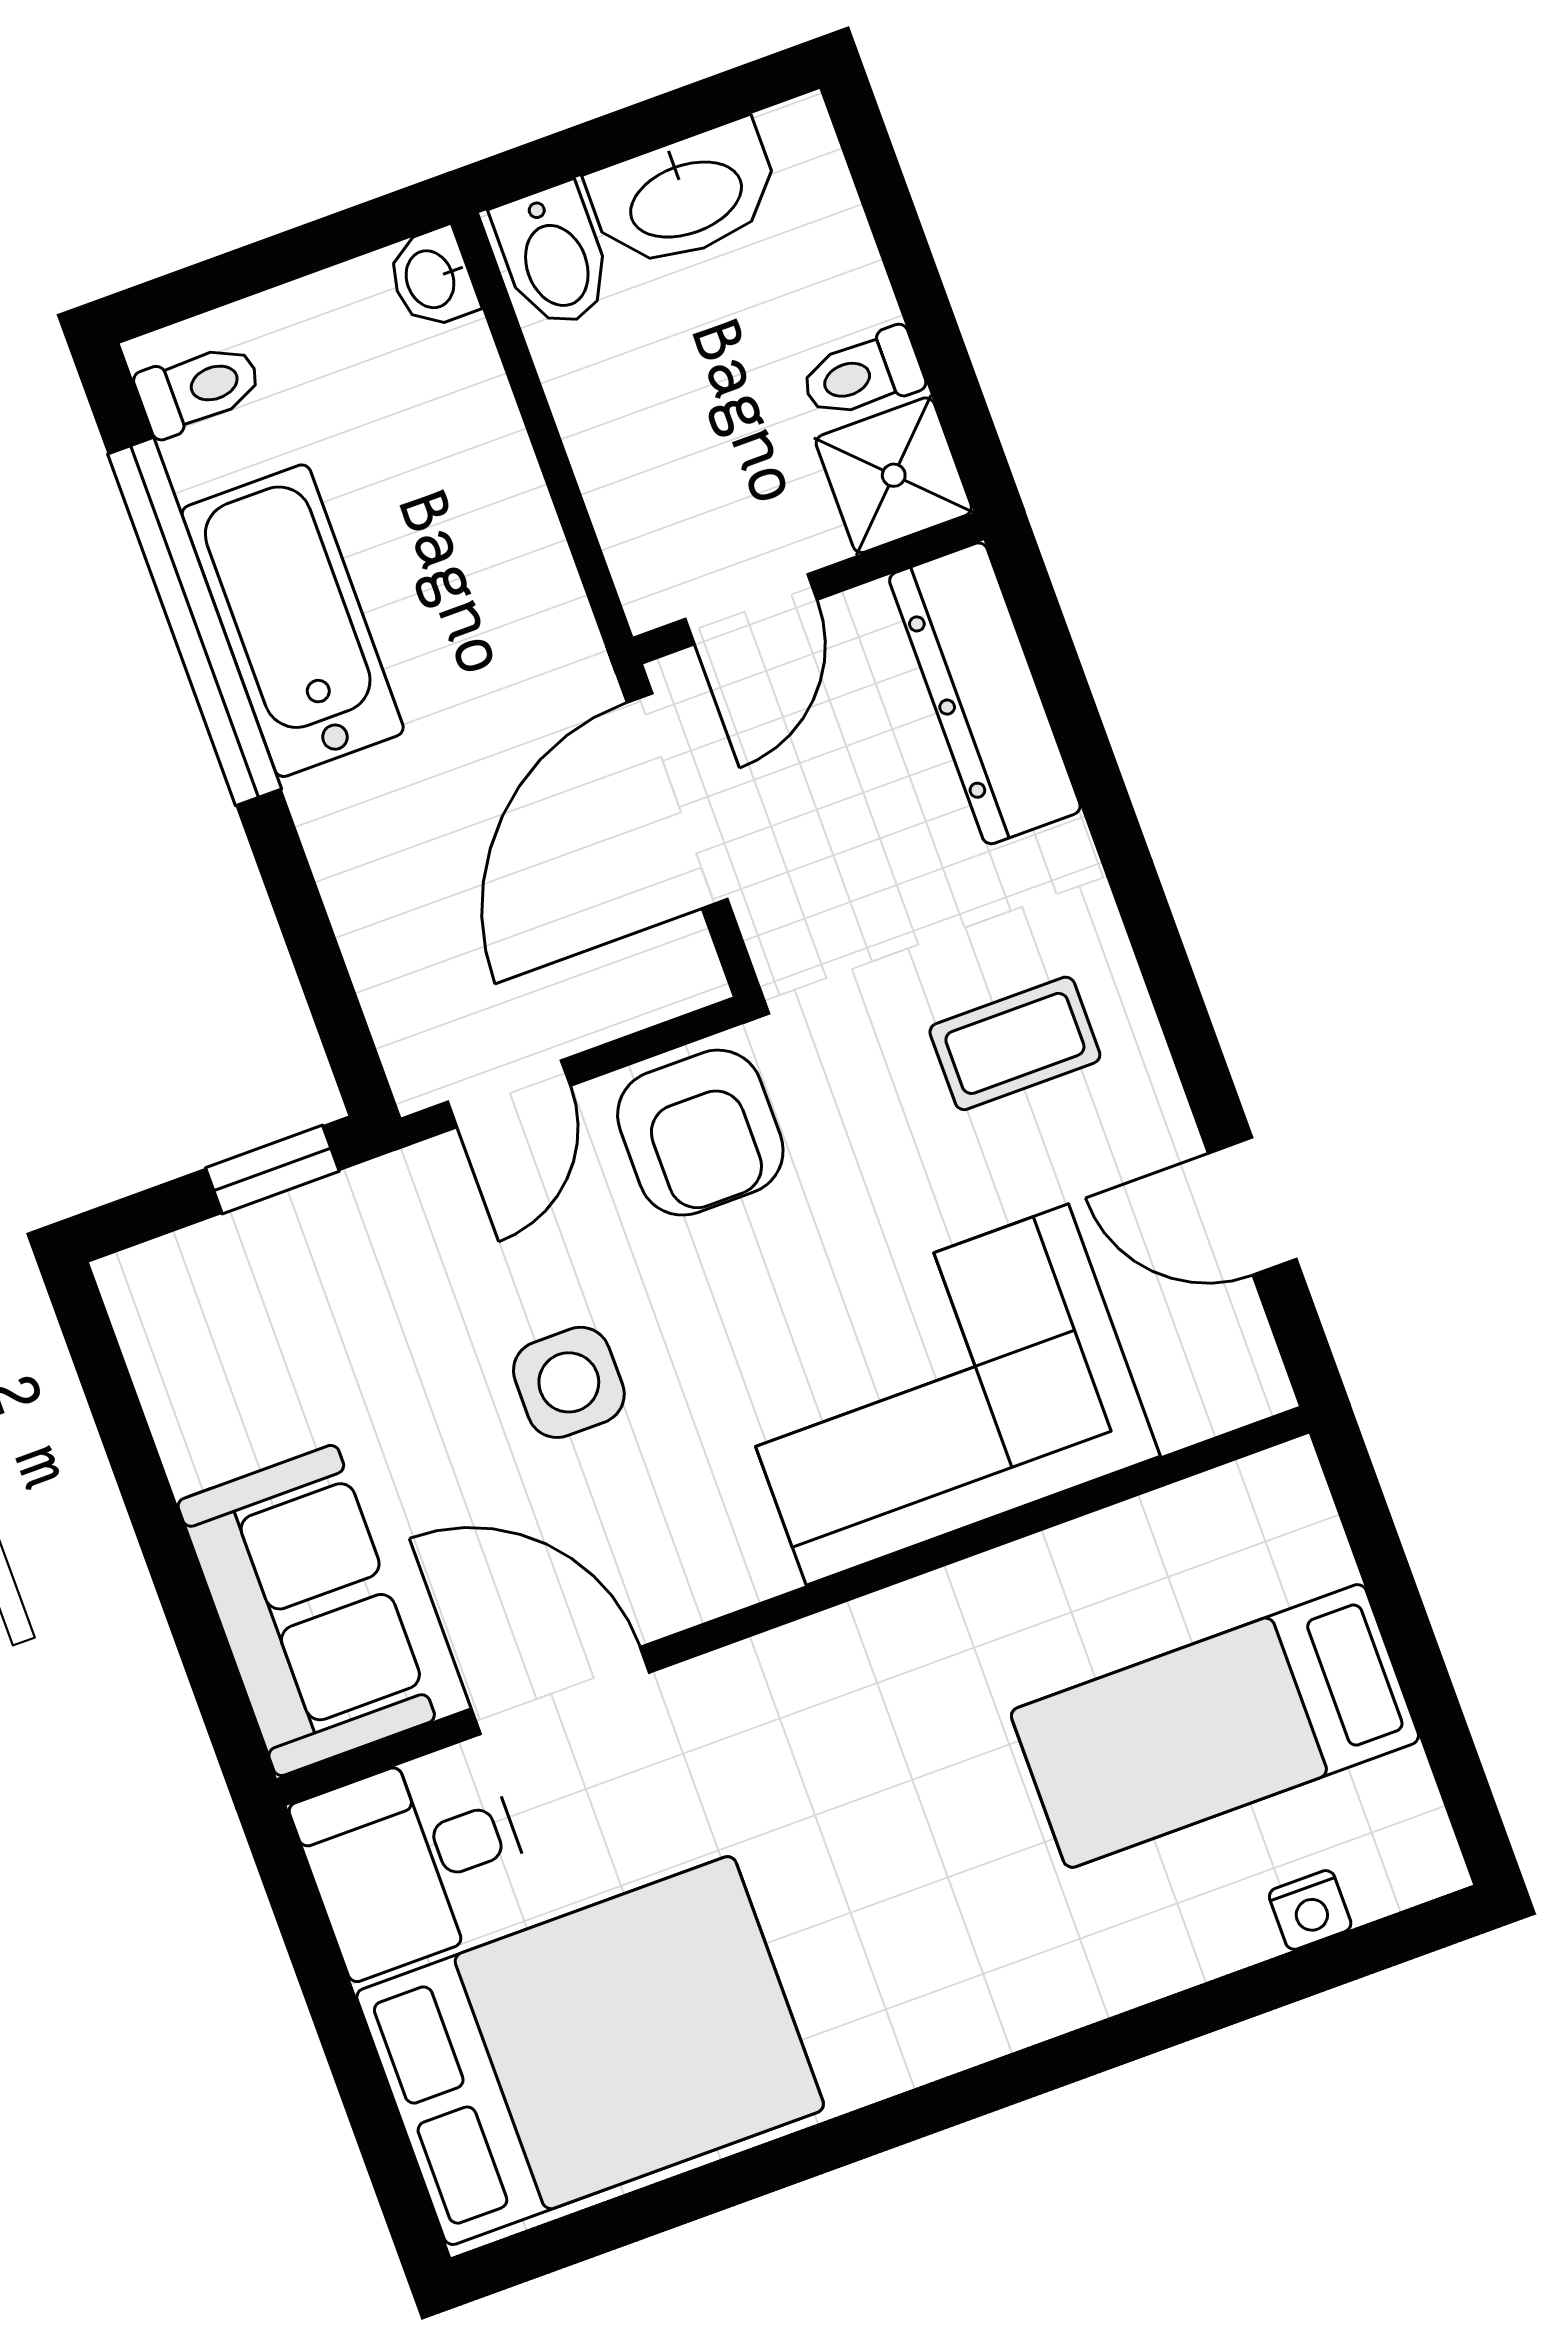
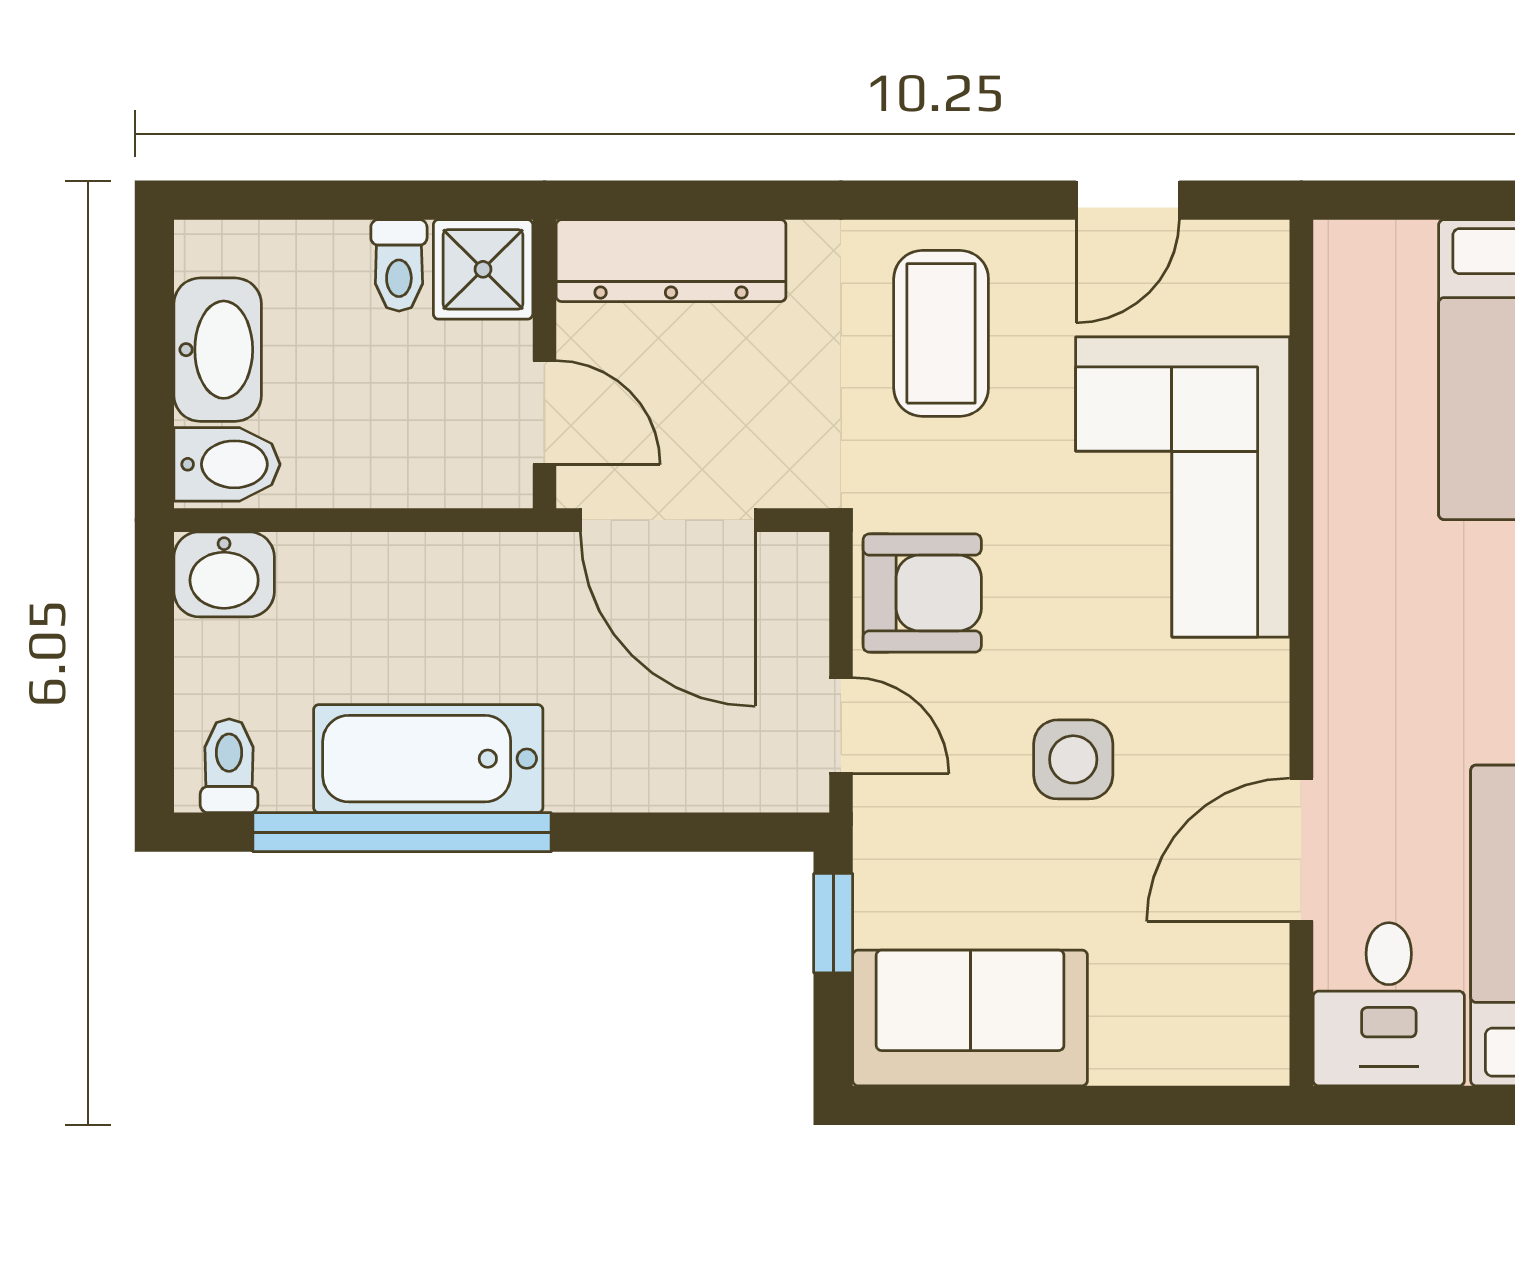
washbasin: (432, 278) -> (224, 574), width x1.38, depth x1.45
coffee table: (1015, 1043) -> (941, 333), width x1.36, depth x1.30
sofa: (306, 1610) -> (970, 1018), moved

